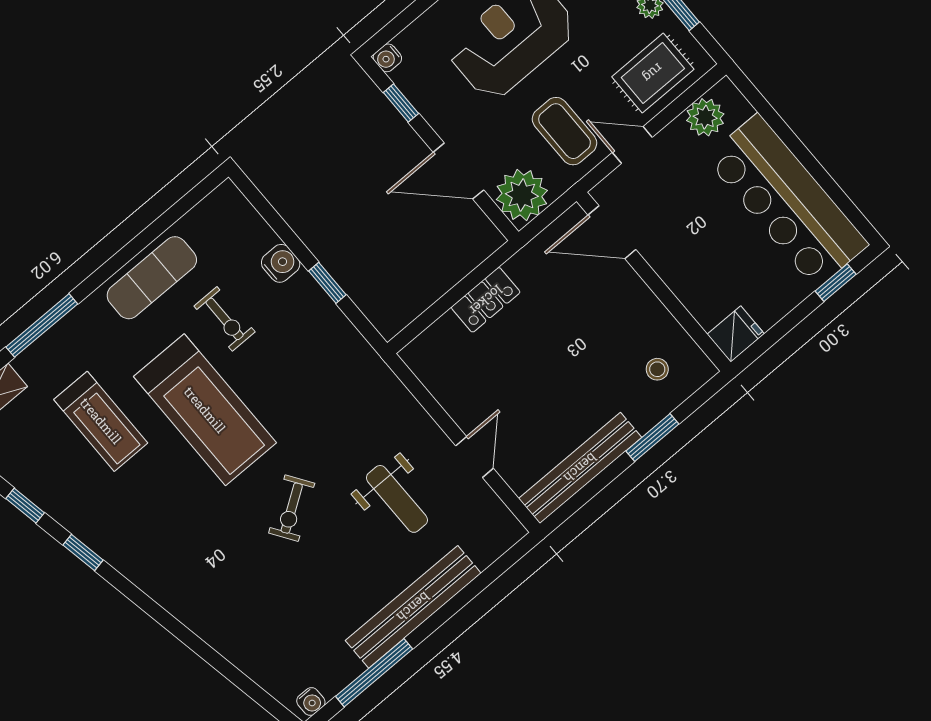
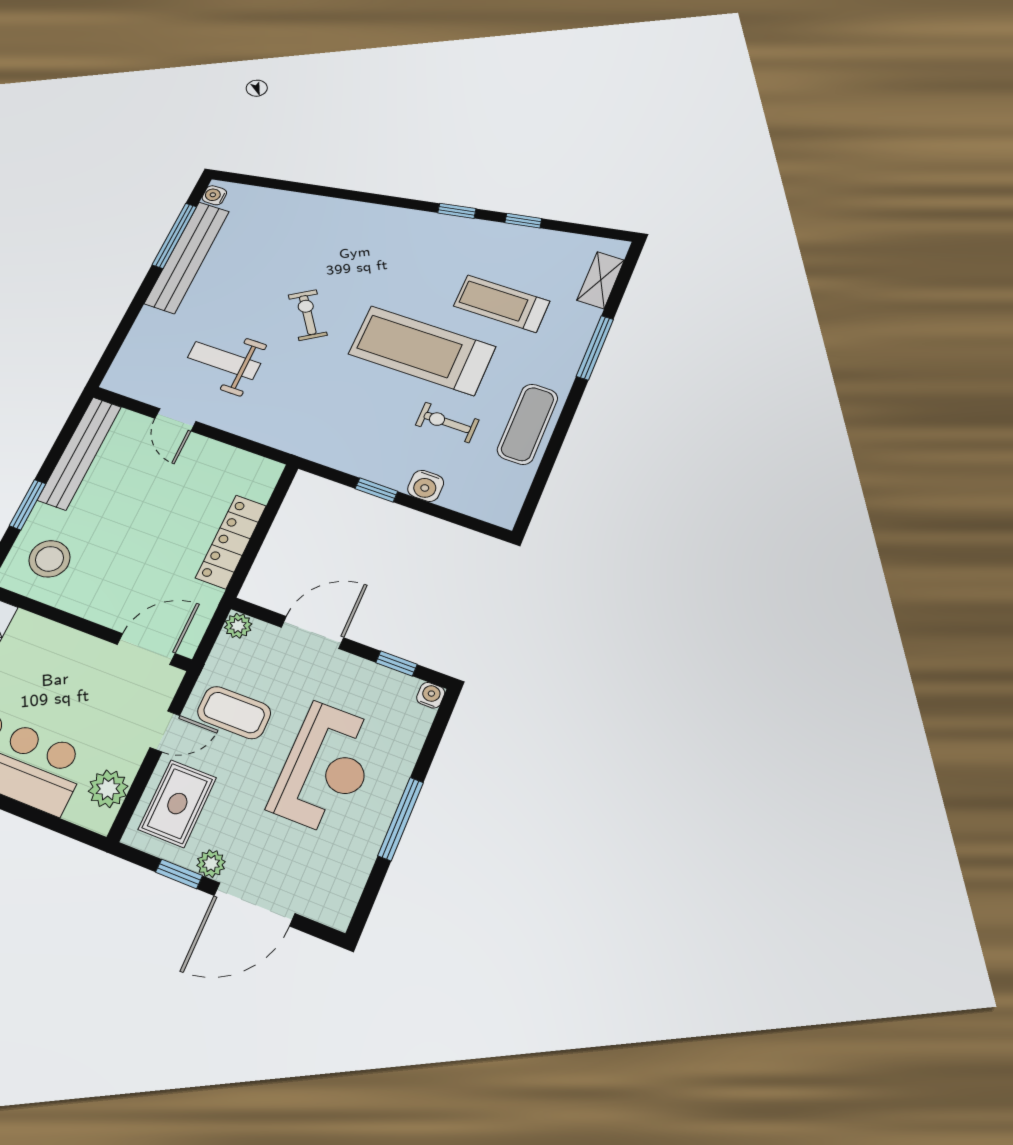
plant: (522, 195) -> (238, 626), width x0.53, depth x0.53
locker: (486, 300) -> (231, 542), width x1.53
stool: (657, 369) -> (50, 559), width x1.89, depth x1.89
bench: (413, 607) -> (187, 257), moved

